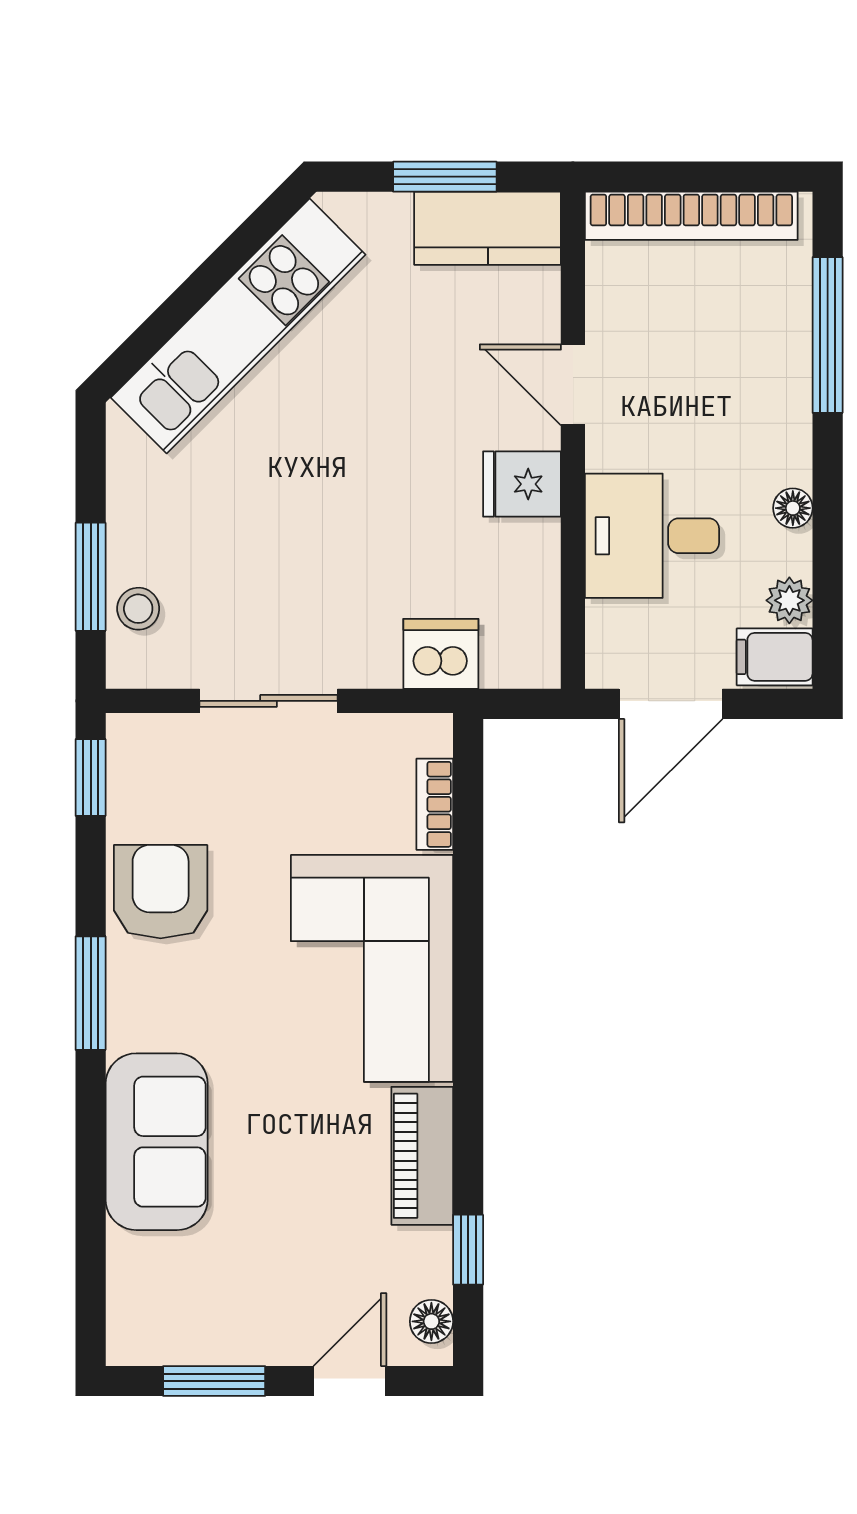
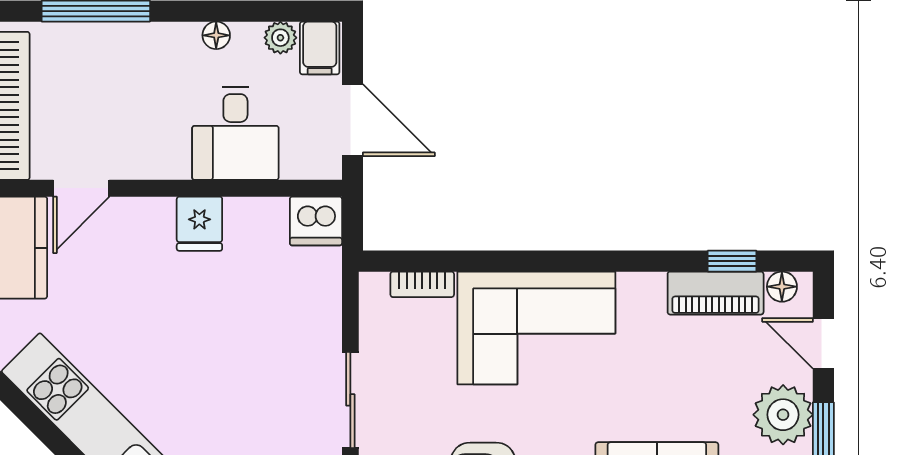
door: (573, 385) -> (81, 188), moved
dishwasher: (441, 654) -> (316, 221), moved, turned -90
piano: (422, 1156) -> (716, 293), moved
plant: (247, 1323) -> (783, 415), added

